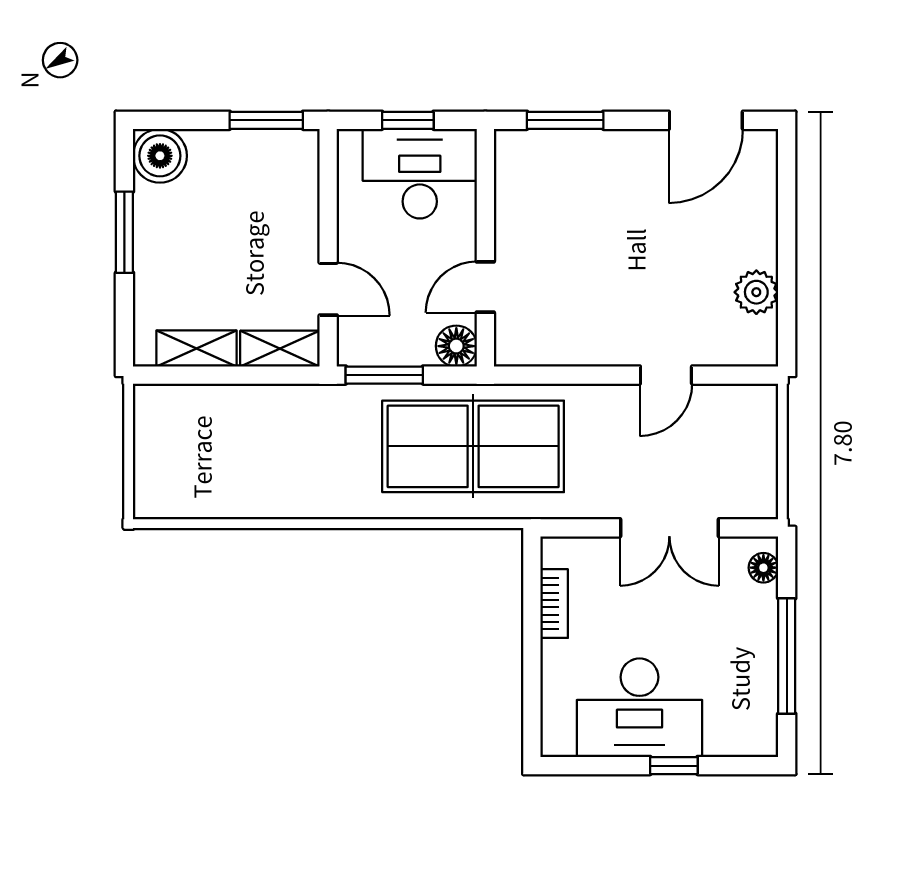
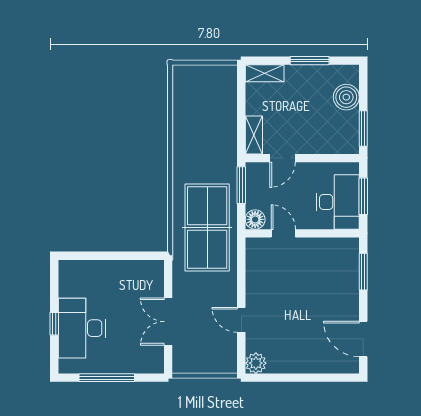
window: (408, 120) -> (363, 196), width x1.50
boiler: (160, 156) -> (346, 97), moved
plant: (756, 292) -> (256, 363), moved
shelving: (197, 348) -> (265, 73), moved, turned 90
floor lamp: (763, 568) -> (149, 367), removed
bookcase: (554, 604) -> (132, 266), removed
desk: (639, 708) -> (82, 328), moved

